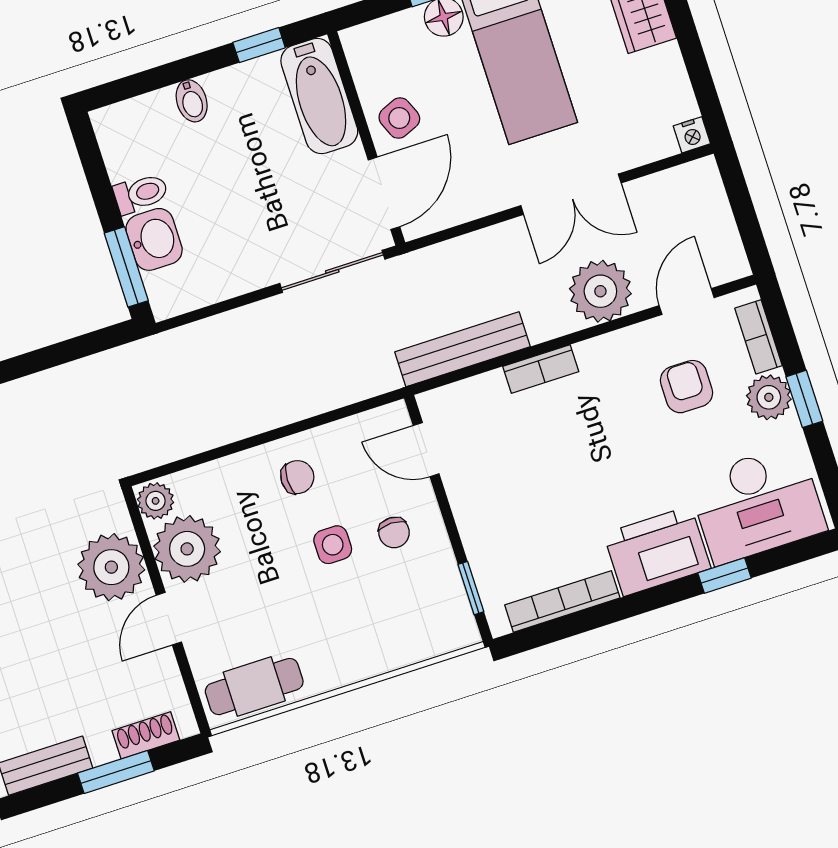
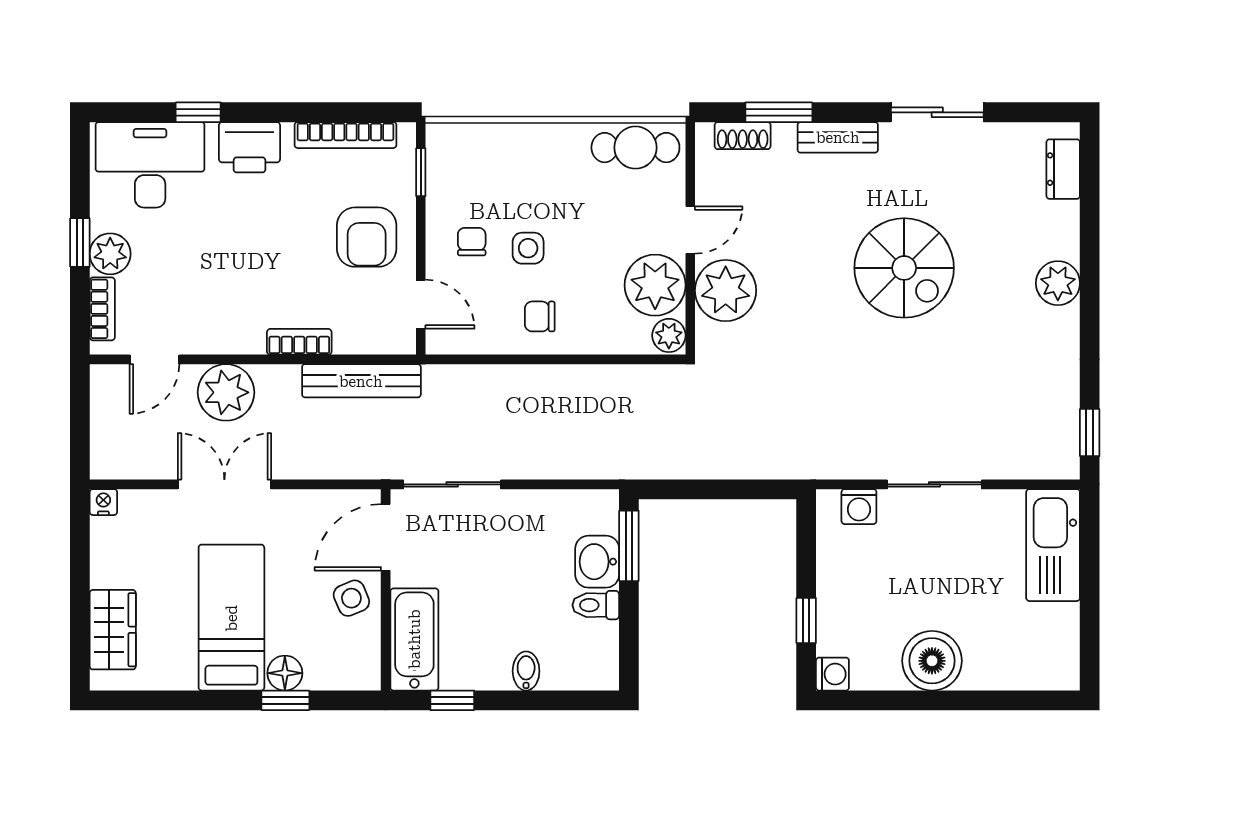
armchair: (686, 387) -> (367, 237), moved, width x1.38, depth x1.38
printer: (657, 551) -> (250, 147), width x0.73, depth x0.84

